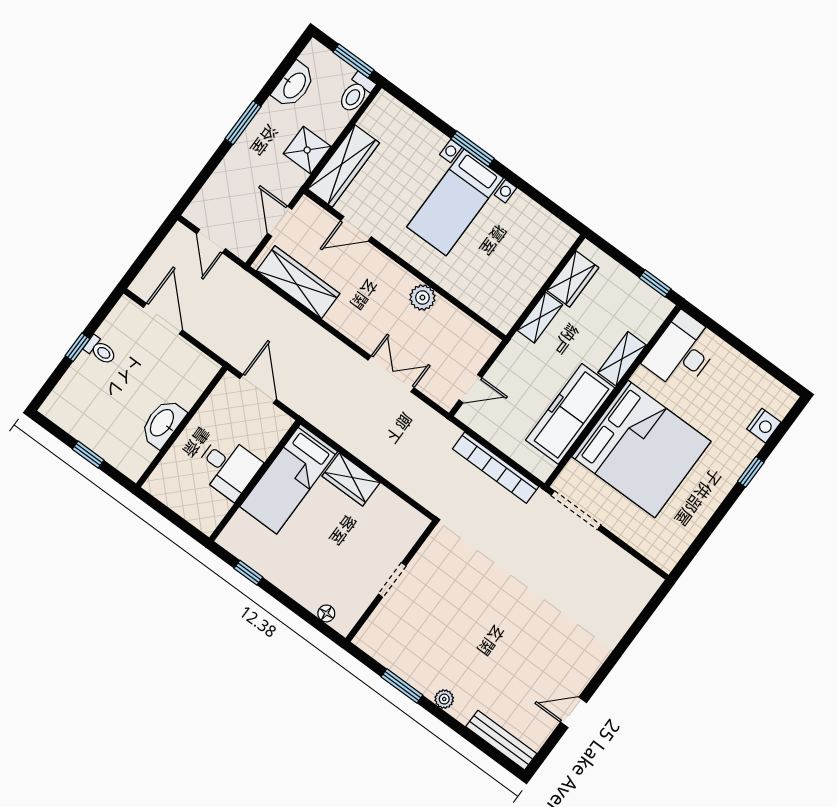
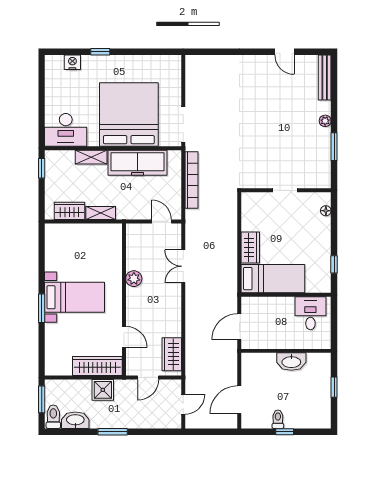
toilet: (356, 93) -> (53, 417), moved, turned -90
wardrobe: (298, 282) -> (172, 354), width x0.67
desk: (228, 467) -> (310, 313), moved

